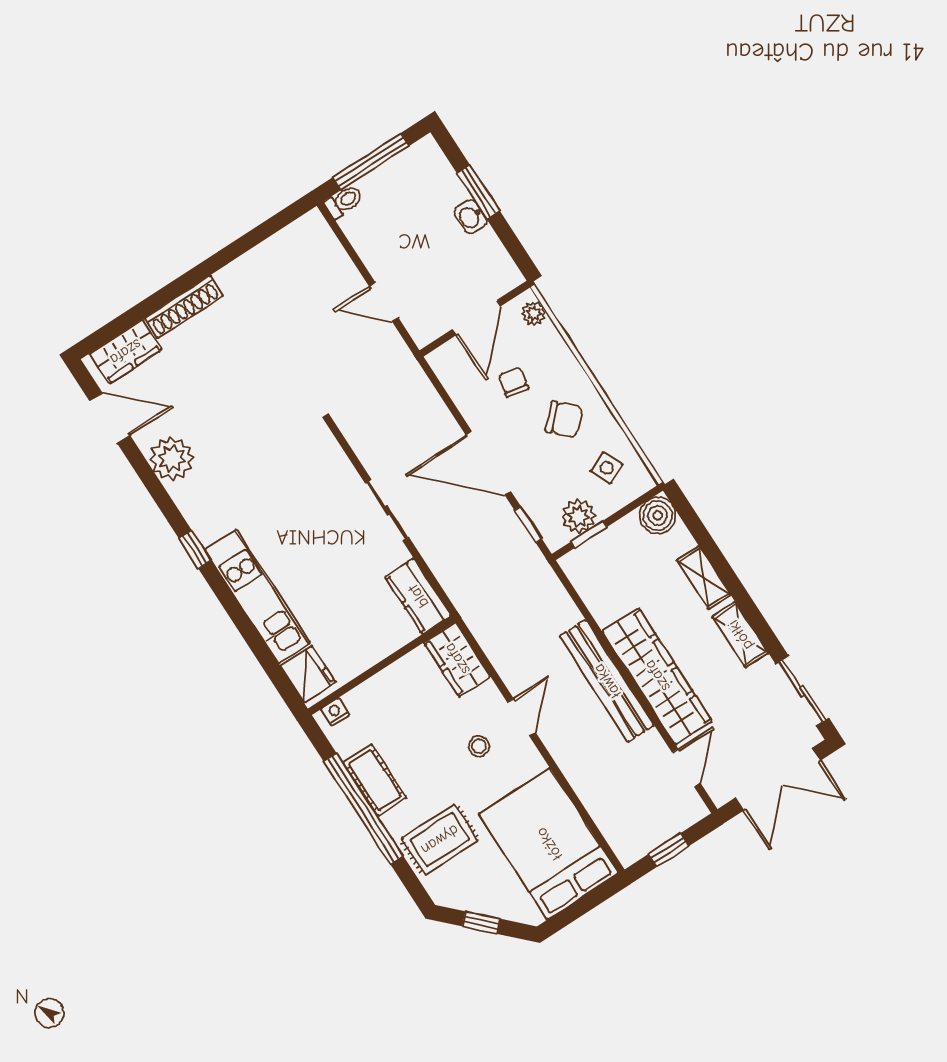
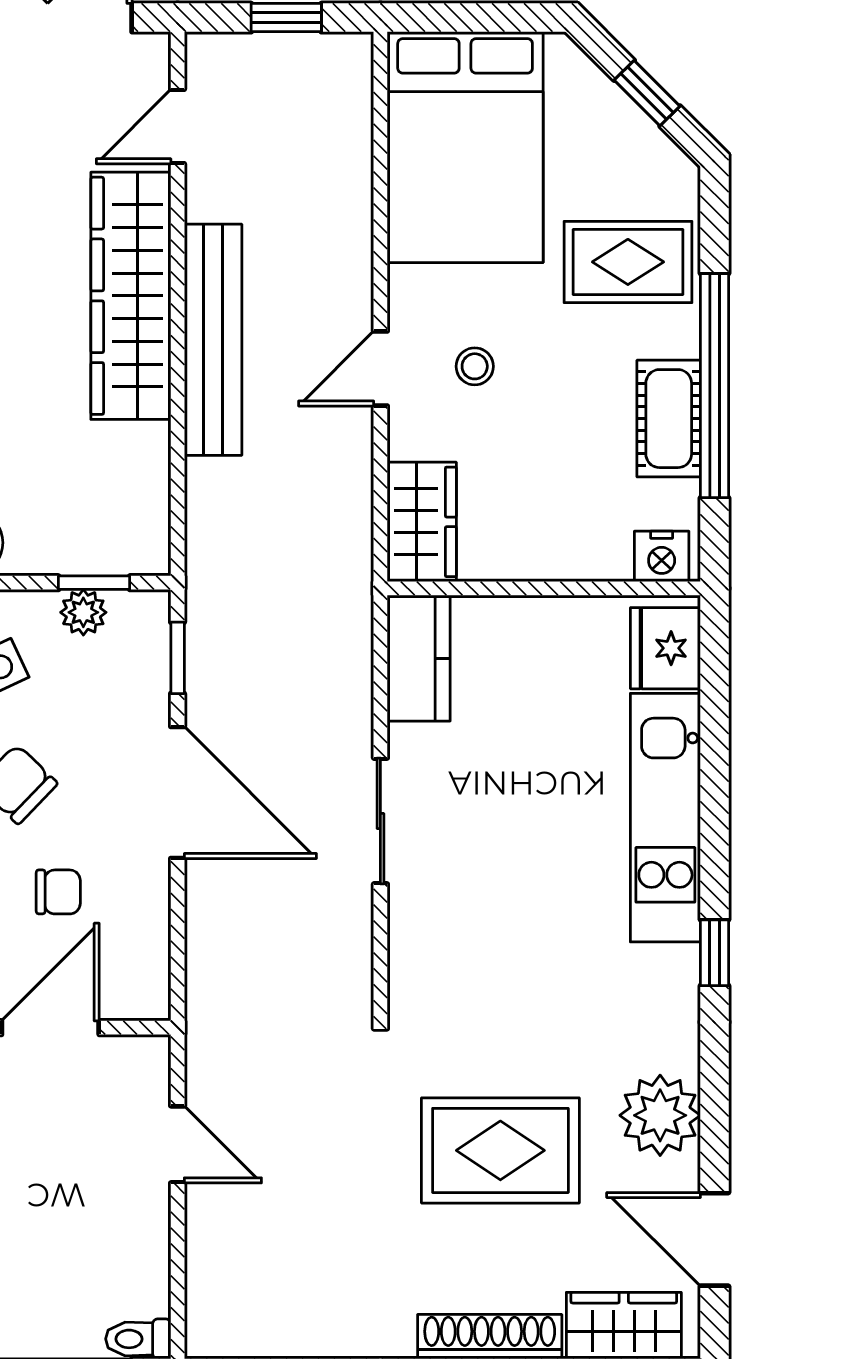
chair: (513, 382) -> (58, 892), turned -101
rug: (234, 395) -> (500, 1150), added
plant: (578, 516) -> (83, 612), width x0.73, depth x0.73
nightstand: (335, 712) -> (662, 556), width x1.39, depth x1.35

